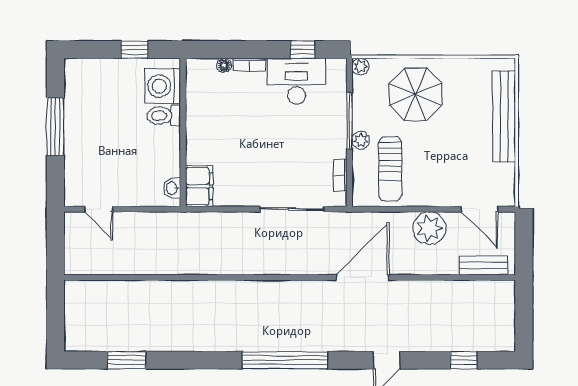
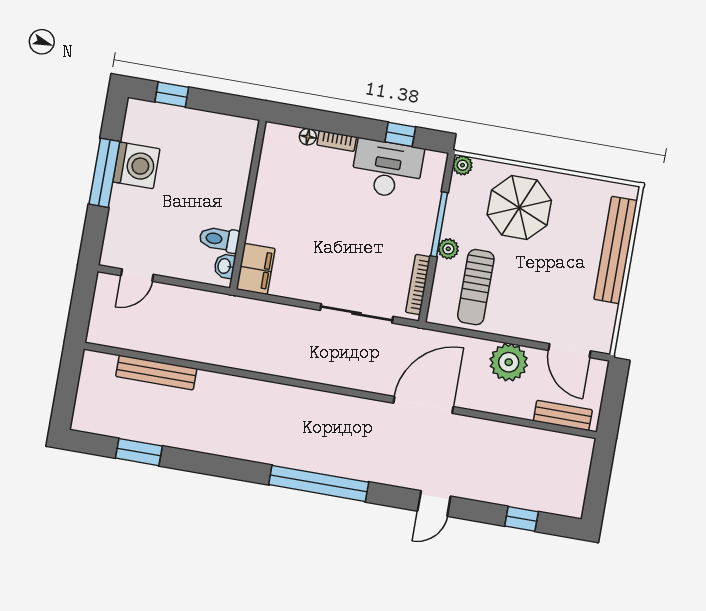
window: (134, 50) -> (172, 95), moved
washing machine: (163, 86) -> (136, 165), moved, turned 180
toilet: (164, 116) -> (219, 239), moved
bookcase: (340, 175) -> (418, 284), width x1.56
door: (99, 209) -> (137, 275), hinge flipped
bench: (130, 289) -> (156, 372), added

